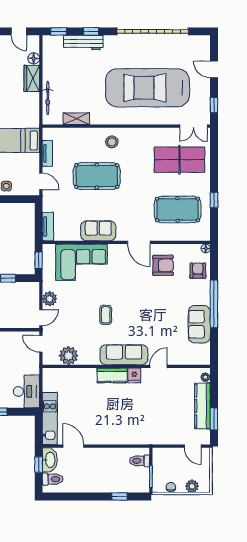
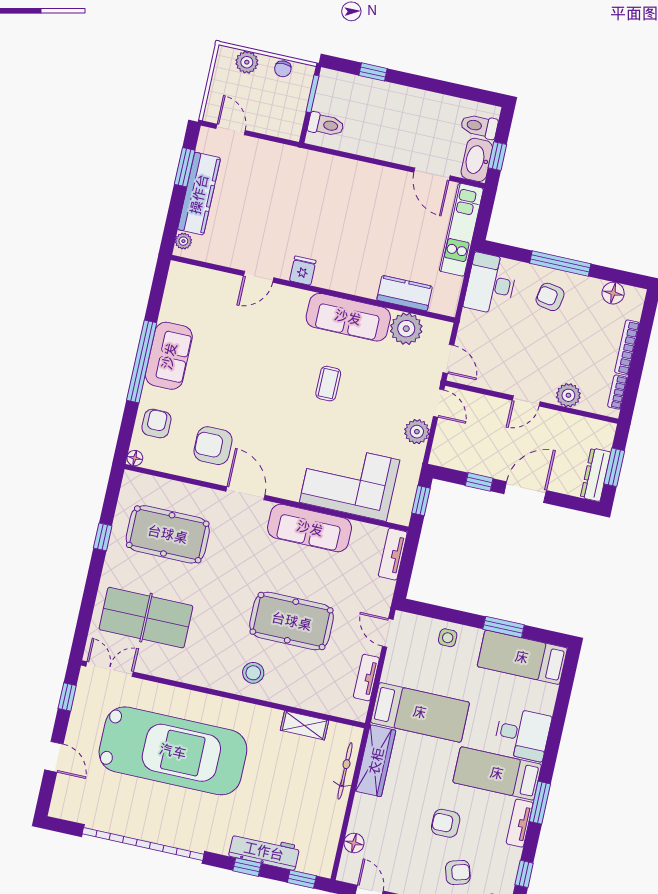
wardrobe: (32, 78) -> (376, 761), moved, width x1.50
sofa: (98, 231) -> (310, 528), width x1.36
armchair: (198, 271) -> (156, 423), turned 180
door: (41, 318) -> (439, 403), swing flipped
sofa: (199, 324) -> (169, 356), moved
sofa: (124, 355) -> (348, 317), moved
kitchen counter: (112, 375) -> (405, 293), moved

